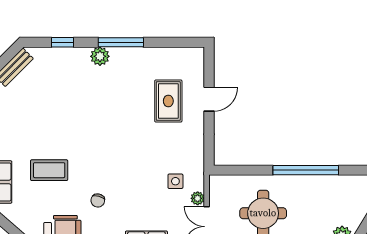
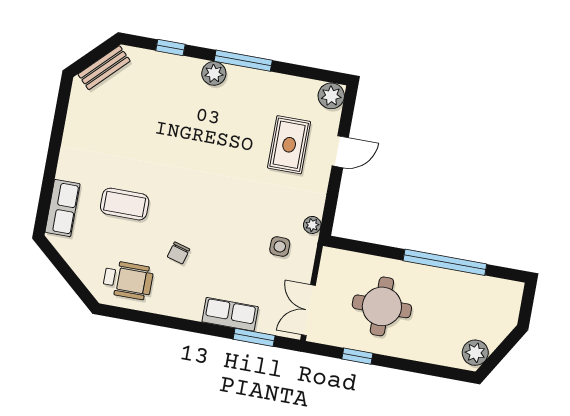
plant: (194, 57) -> (331, 96), added
plant: (198, 198) -> (312, 225), moved

